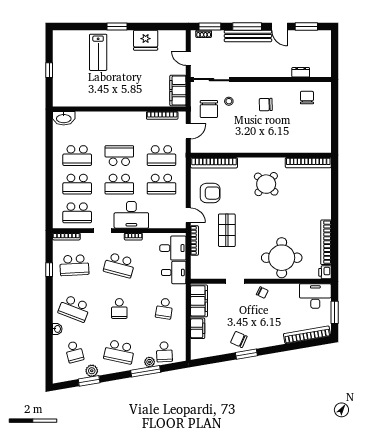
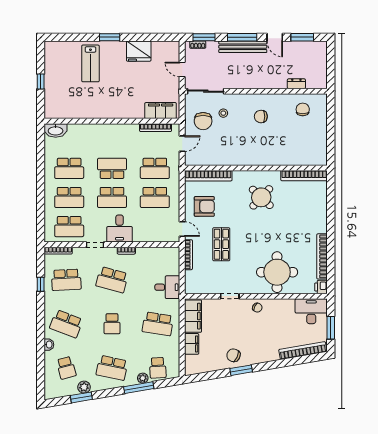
filing cabinet: (178, 91) -> (161, 111), moved, turned 90
desk: (131, 215) -> (120, 229), width x0.73
desk: (173, 248) -> (166, 262), removed
school desk: (164, 308) -> (158, 324), width x1.85

